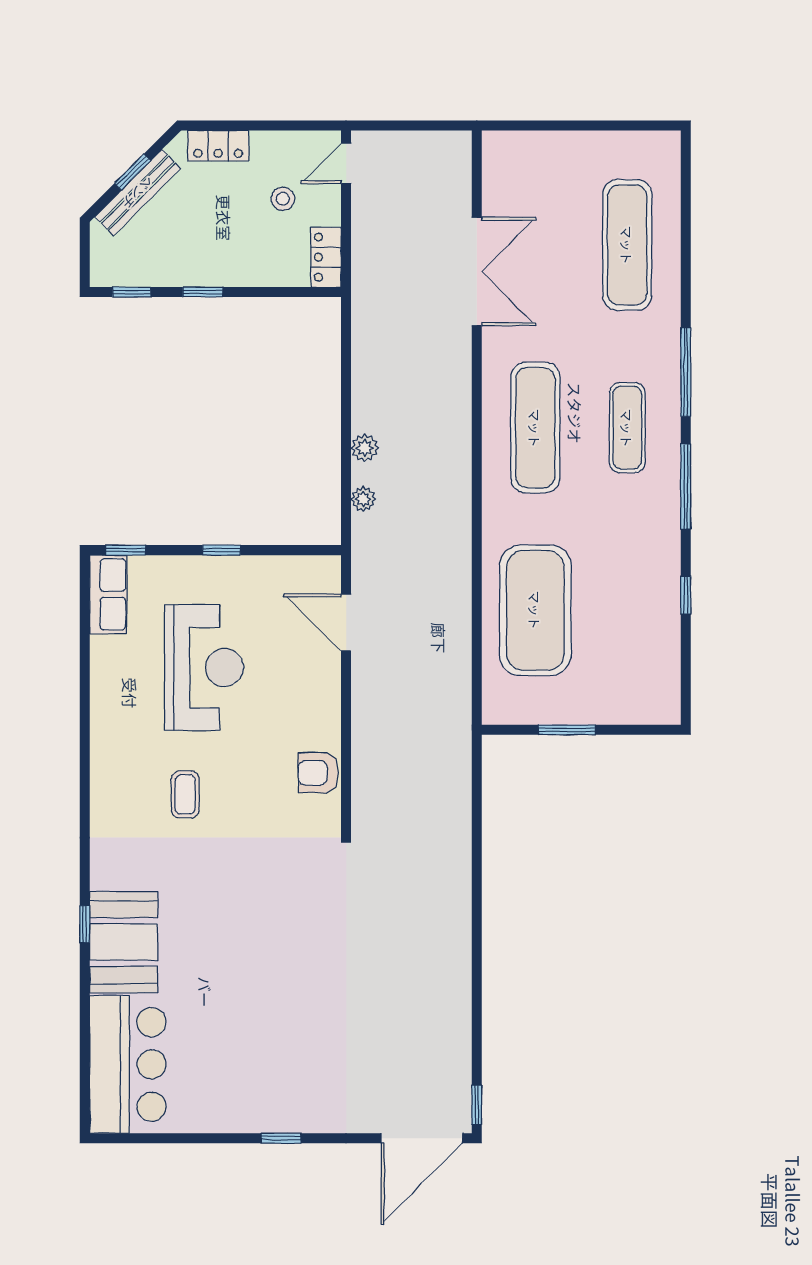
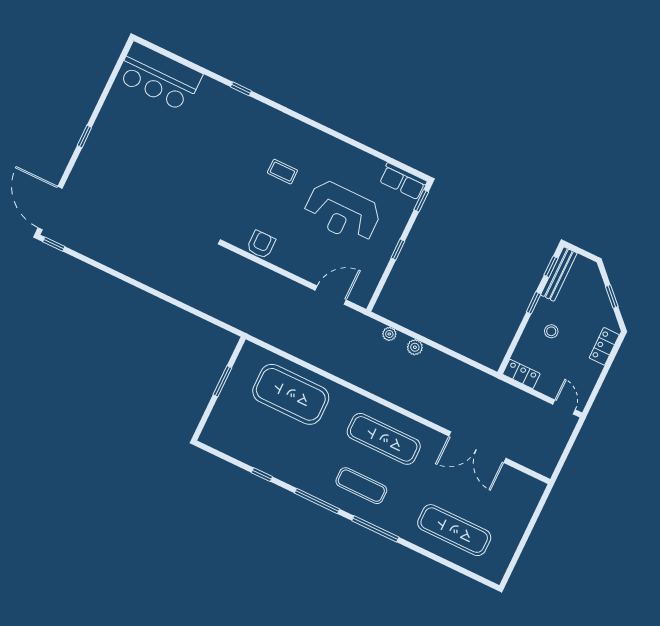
bench: (138, 193) -> (559, 274), moved, turned 45
stool: (283, 199) -> (551, 331), moved
booth: (124, 942) -> (222, 104), removed

